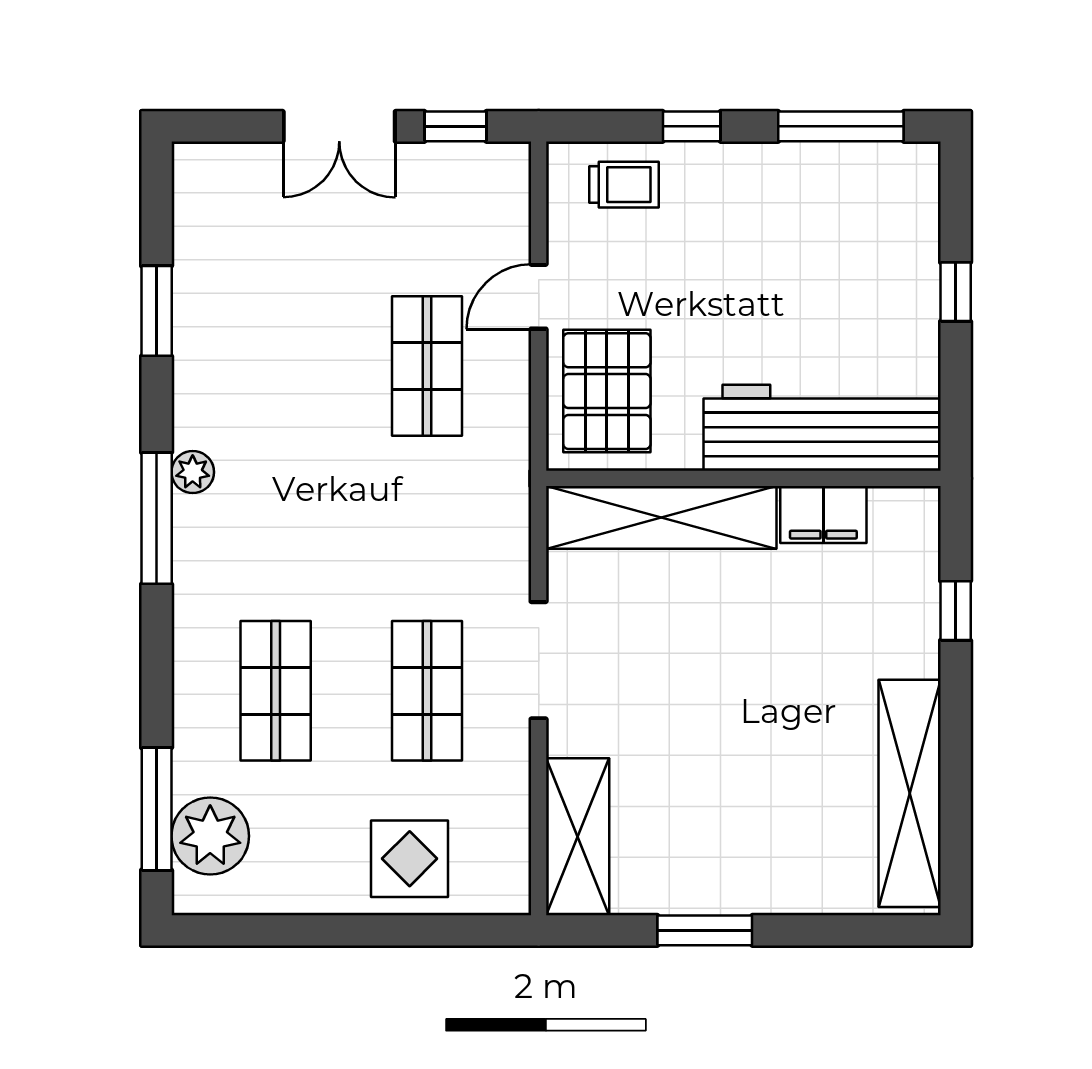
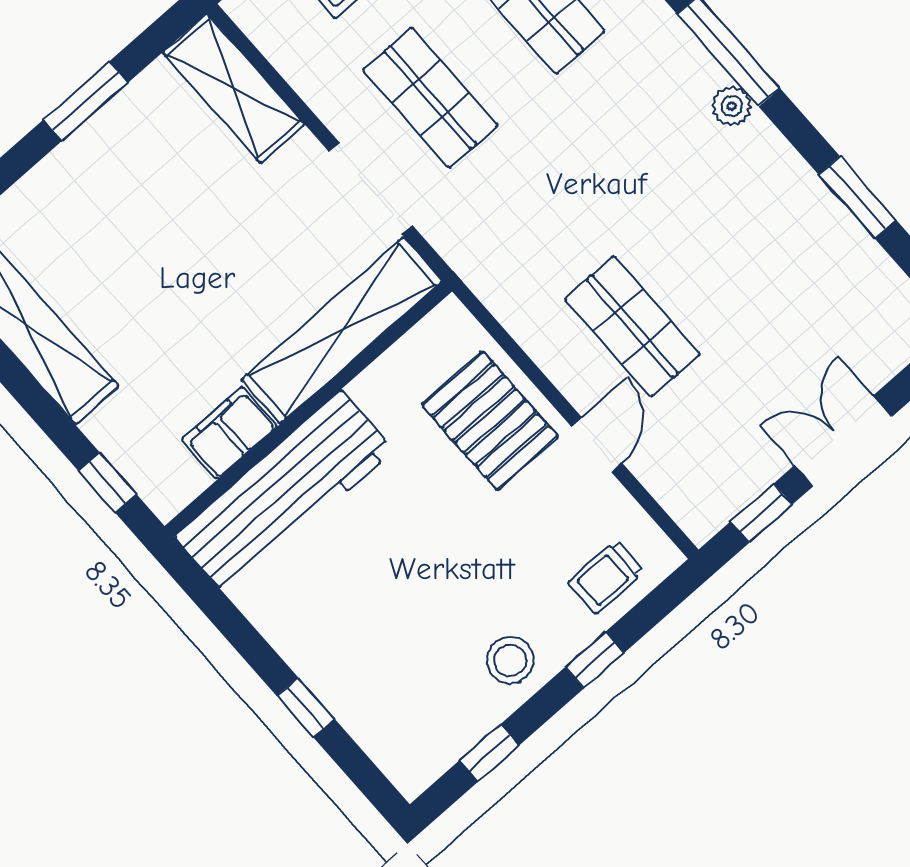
window: (841, 126) -> (489, 753), width x0.46
stool: (759, 186) -> (510, 660), added
workbench: (822, 428) -> (284, 493), moved
wall: (743, 478) -> (308, 409), moved
filing cabinet: (823, 515) -> (229, 433), moved
shelving: (661, 517) -> (342, 330), moved

